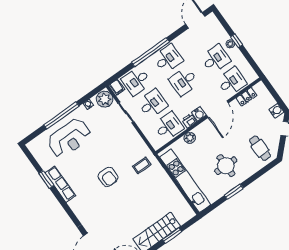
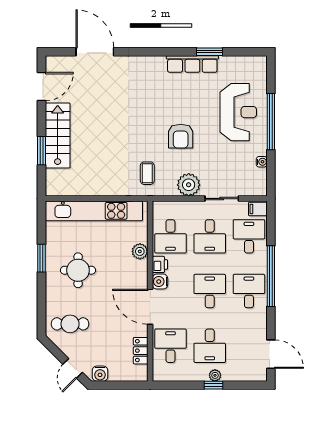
desk: (168, 59) -> (249, 291), turned 180
desk: (232, 82) -> (170, 346), turned 180
plant: (105, 99) -> (189, 185), moved
reception desk: (69, 138) -> (238, 112), turned 180
armchair: (108, 177) -> (181, 136), moved, turned -90

